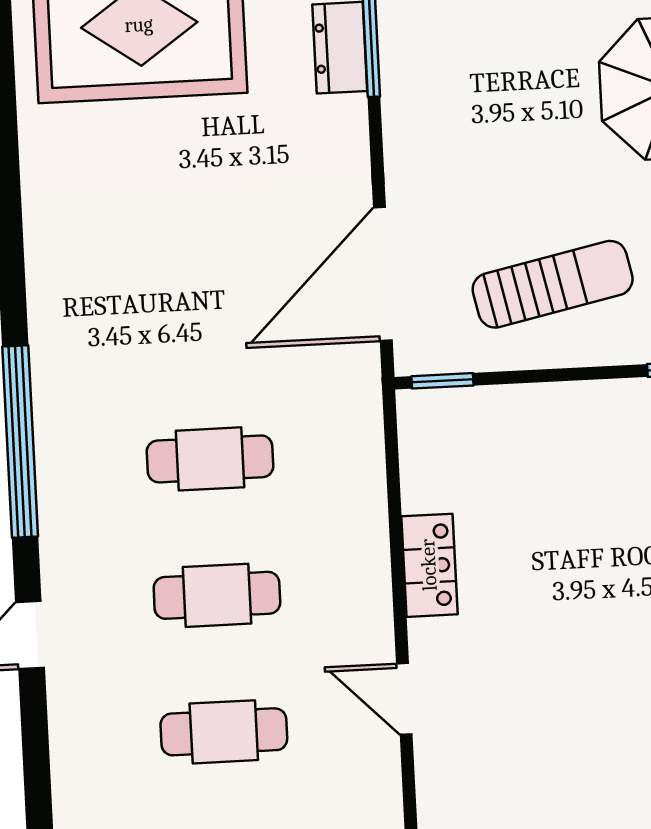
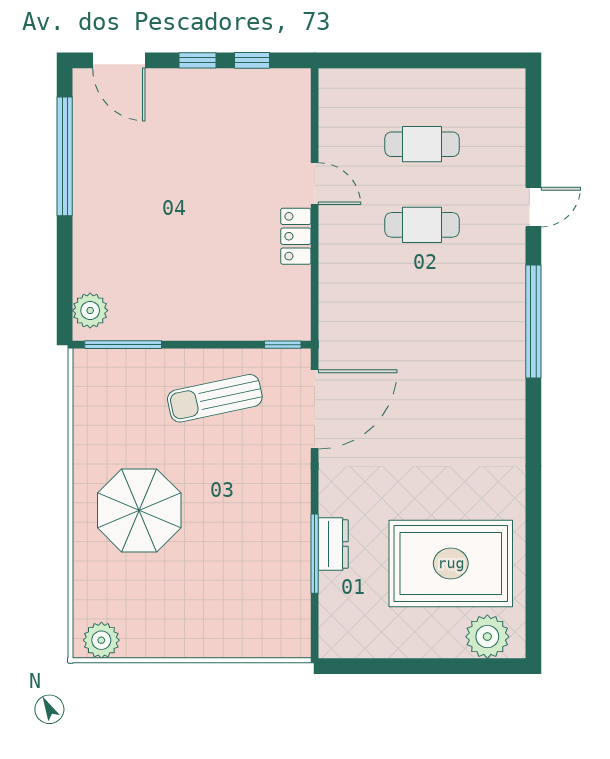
cafe table: (210, 459) -> (422, 306), removed
door: (404, 699) -> (315, 184), moved

